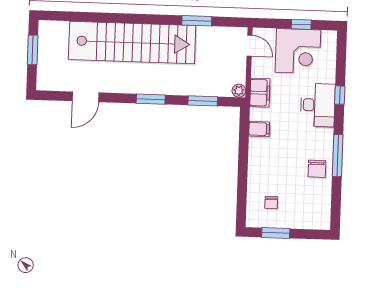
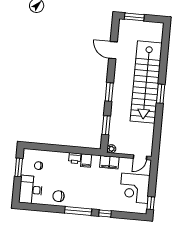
window: (197, 21) -> (161, 94), moved
window: (301, 24) -> (151, 203), moved
window: (33, 50) -> (134, 17), moved
desk: (318, 105) -> (31, 190), moved, turned 90
printer: (257, 147) -> (75, 158), added
window: (338, 156) -> (78, 211), moved

